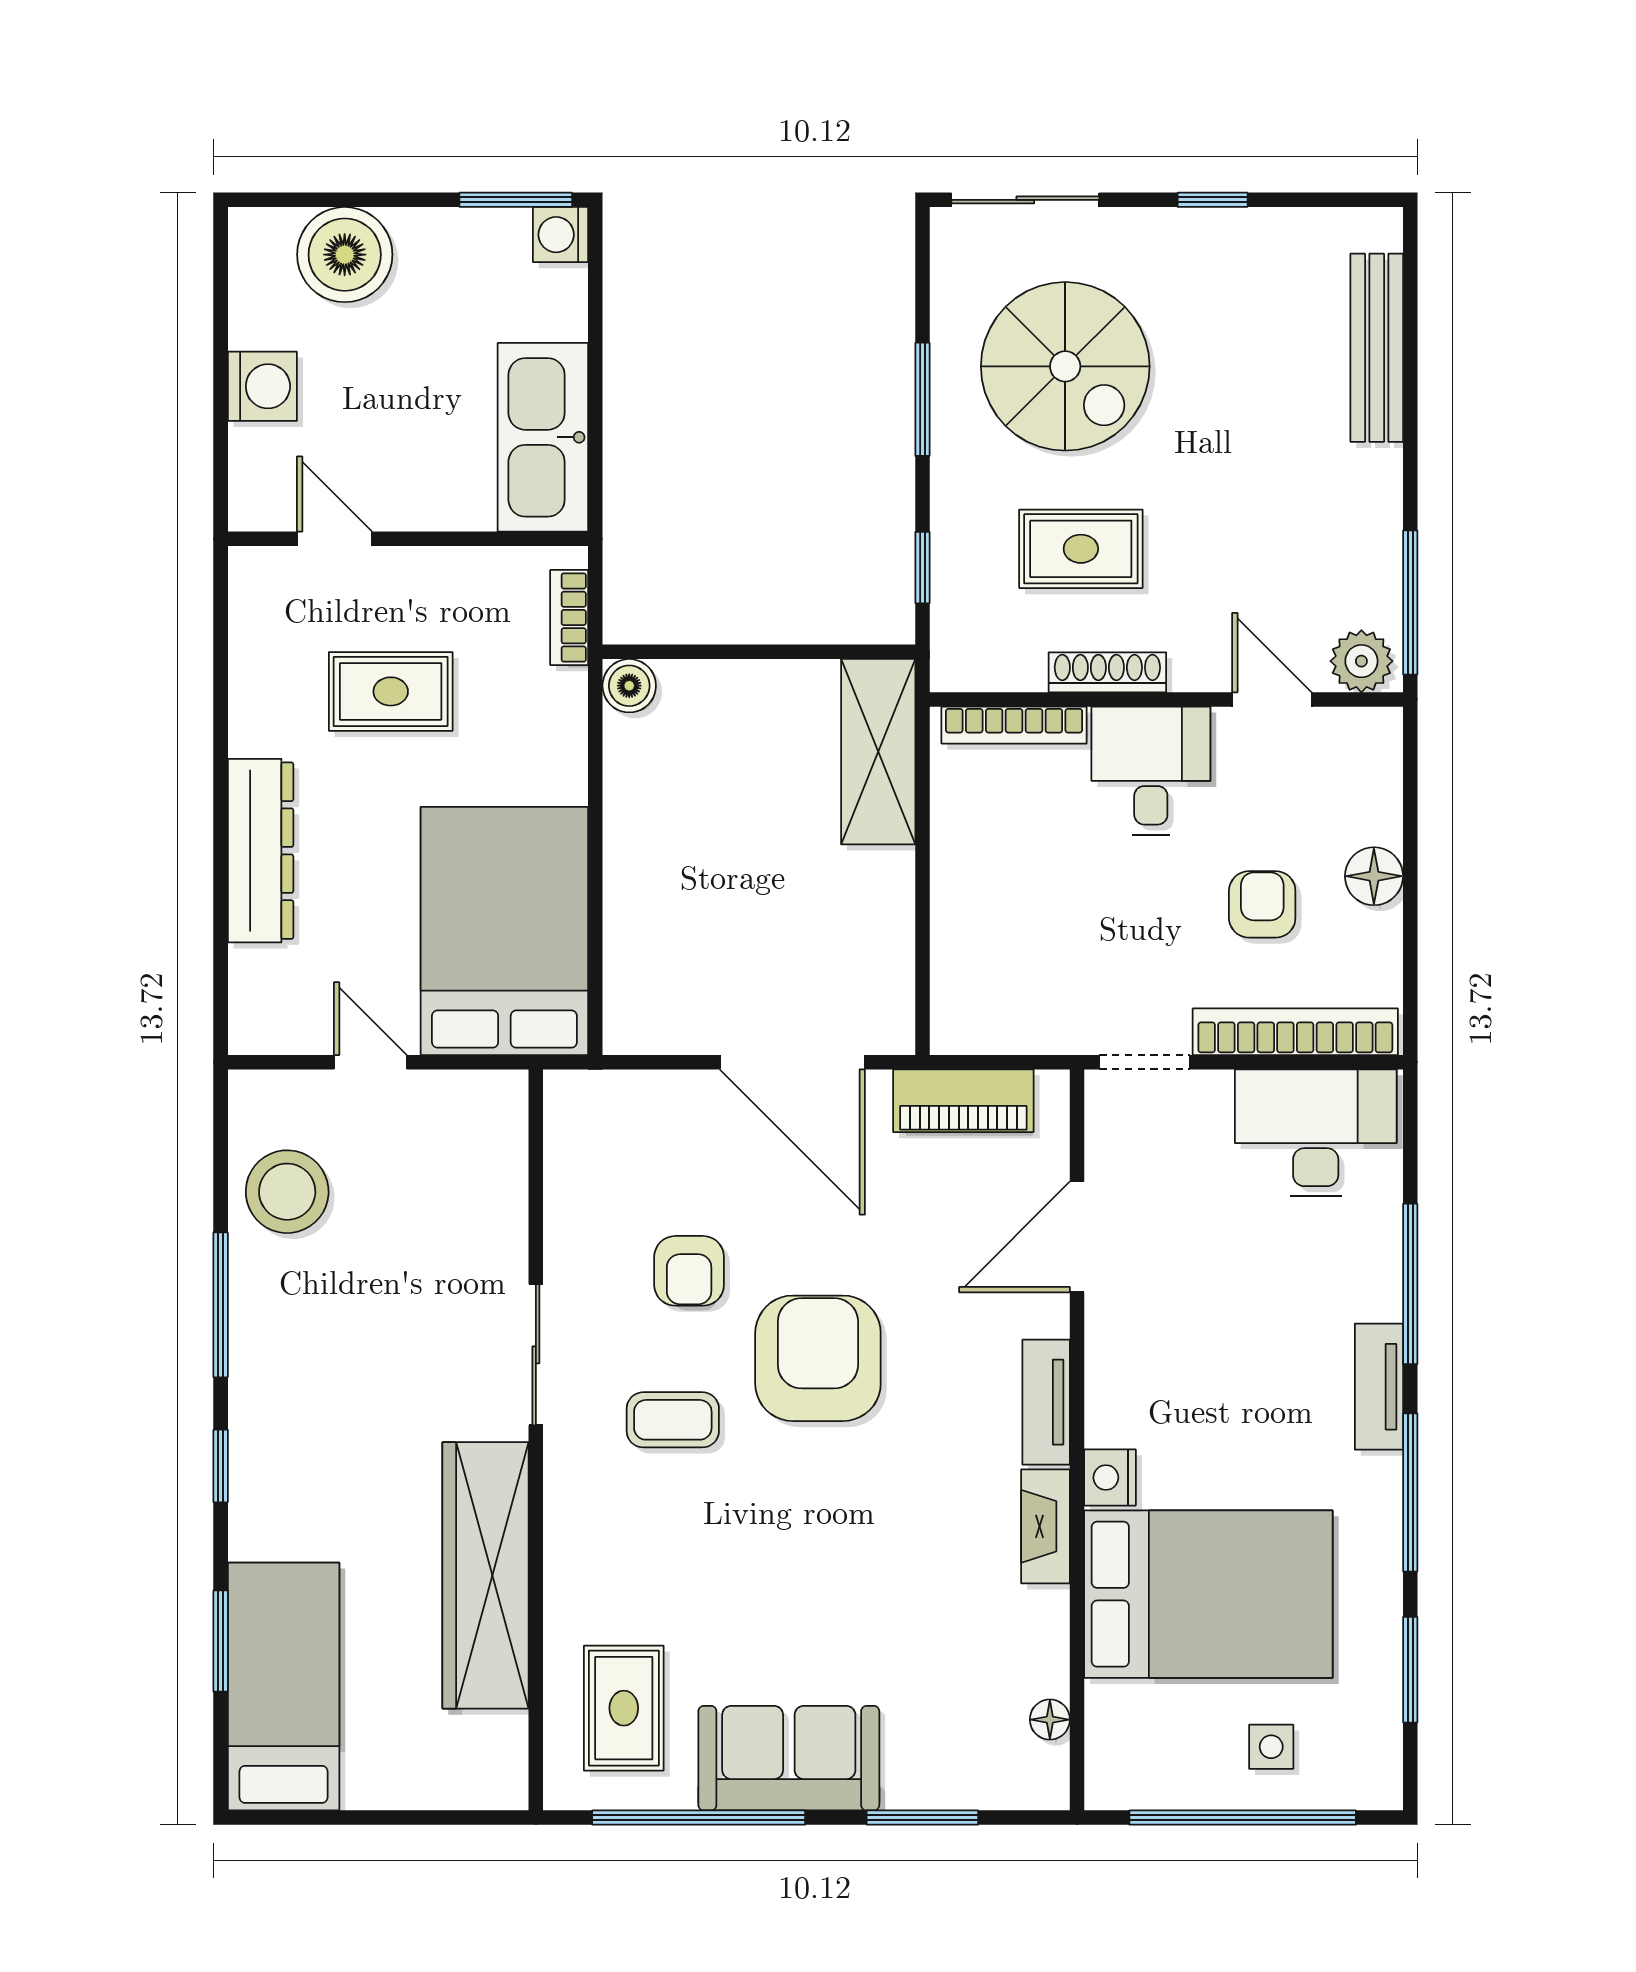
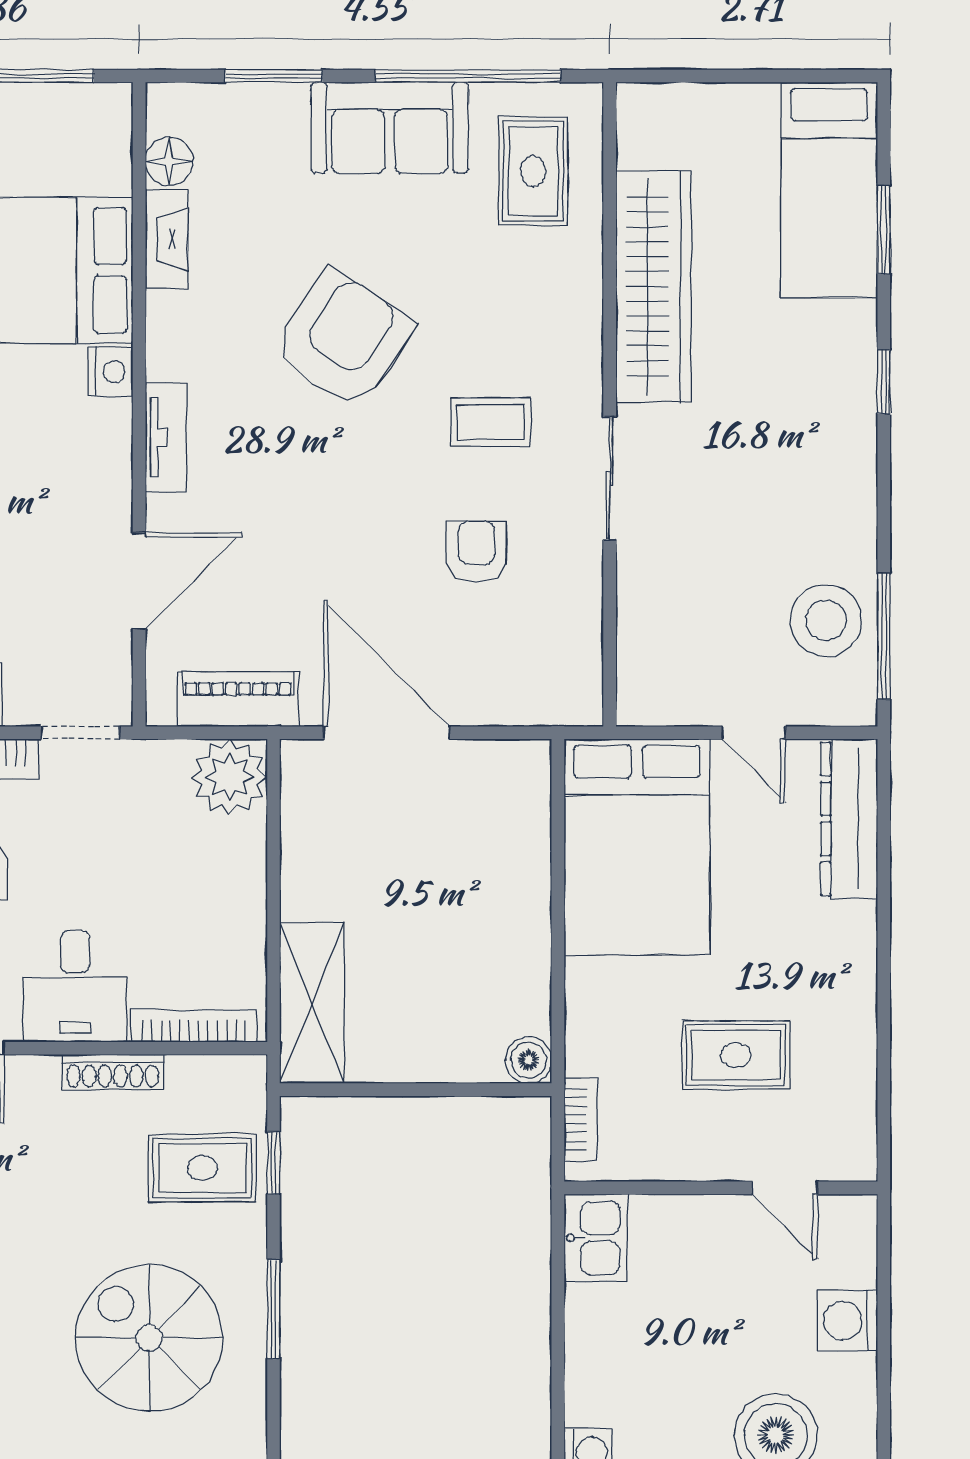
kitchen sink: (543, 437) -> (596, 1238), width x0.53, depth x0.81
rug: (1081, 549) -> (203, 1168), moved
dresser: (261, 851) -> (849, 819), moved
plant: (973, 1011) -> (229, 777), added
window: (221, 1305) -> (884, 636), moved
armchair: (818, 1358) -> (343, 339), moved, turned -146
fireplace: (1046, 1526) -> (166, 239), moved
floor lamp: (1050, 1720) -> (169, 161), width x1.37, depth x1.37

